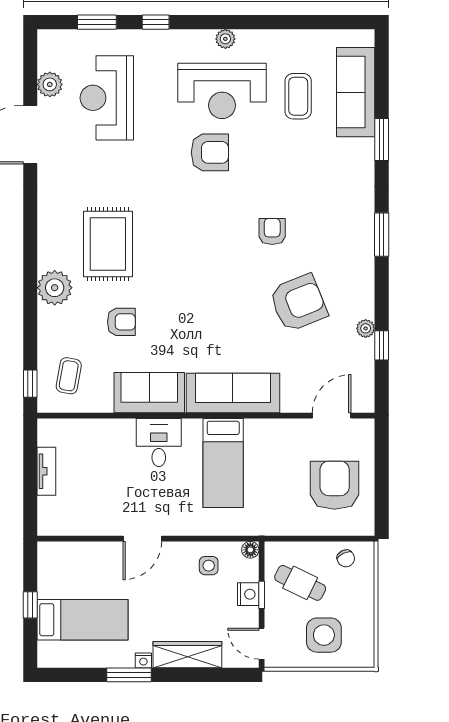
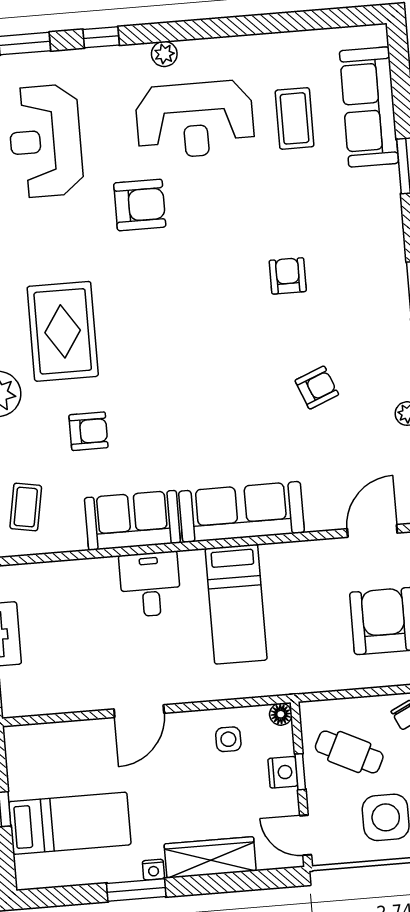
plant: (225, 39) -> (164, 54), moved
armchair: (210, 152) -> (140, 205), moved
armchair: (272, 231) -> (288, 276), moved
armchair: (298, 303) -> (317, 388), width x0.53, depth x0.53

